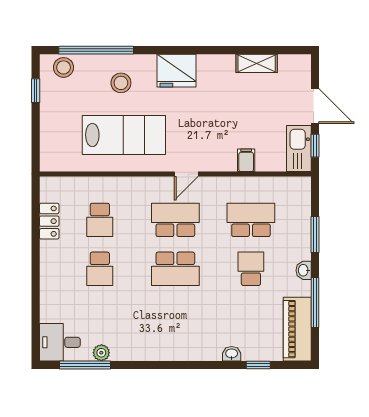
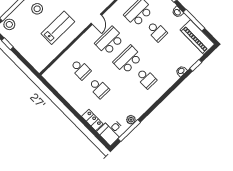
lab bench: (124, 135) -> (58, 28), width x0.73, depth x0.72
locker: (49, 221) -> (92, 120), moved
school desk: (175, 269) -> (128, 60), turned 180
school desk: (251, 269) -> (157, 31), turned 180
school desk: (175, 318) -> (146, 78), added

